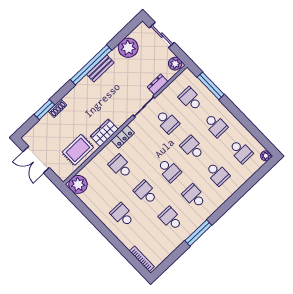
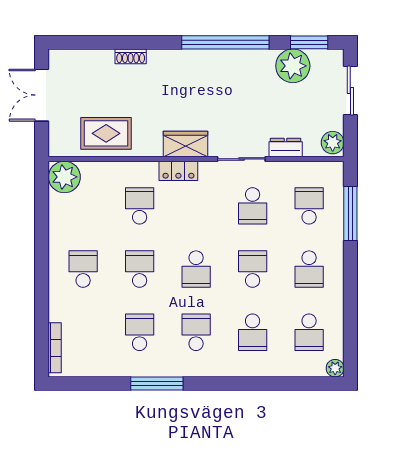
bench: (100, 69) -> (233, 58), removed
window: (44, 110) -> (309, 42), moved
wardrobe: (104, 133) -> (185, 144), moved

